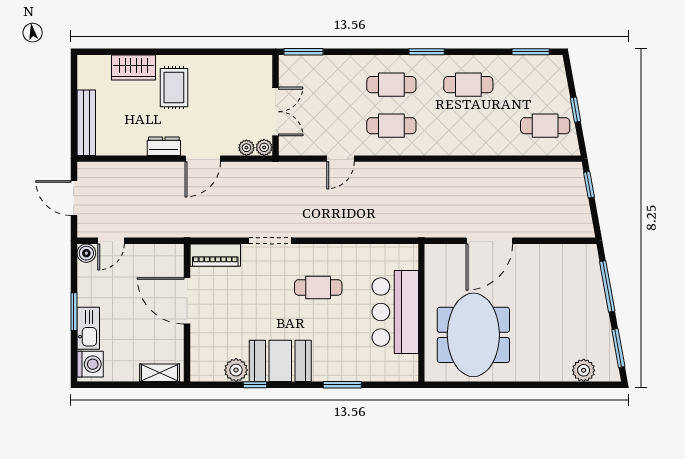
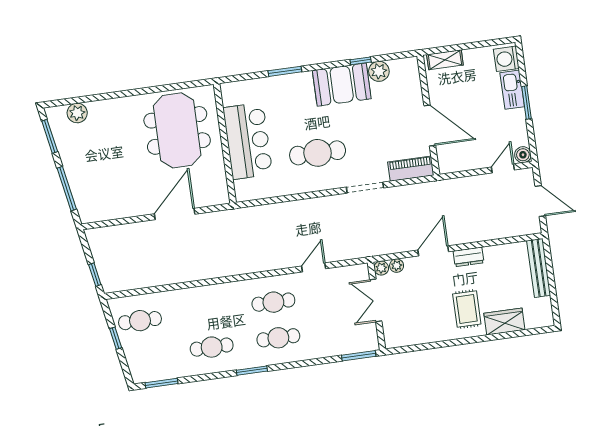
cafe table: (318, 287) -> (318, 153), width x1.37, depth x1.35

